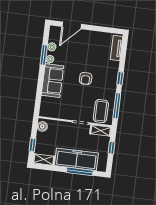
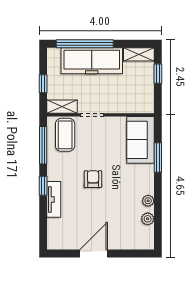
door: (72, 25) -> (94, 253), moved
tv unit: (117, 48) -> (54, 199), moved
window: (44, 55) -> (158, 157), moved
sofa: (52, 81) -> (141, 140), moved
boiler: (42, 126) -> (147, 102), removed
window: (80, 171) -> (85, 44), width x1.46

